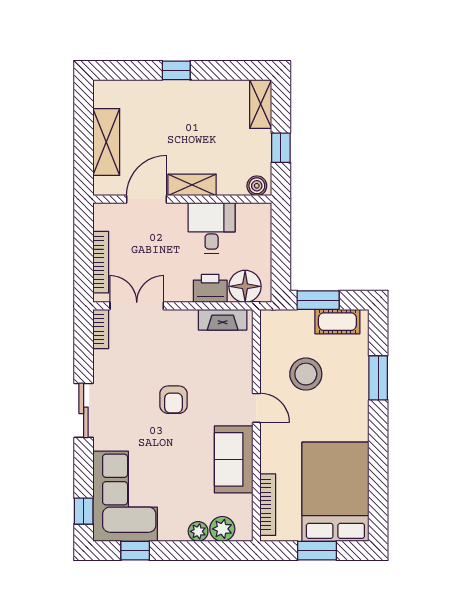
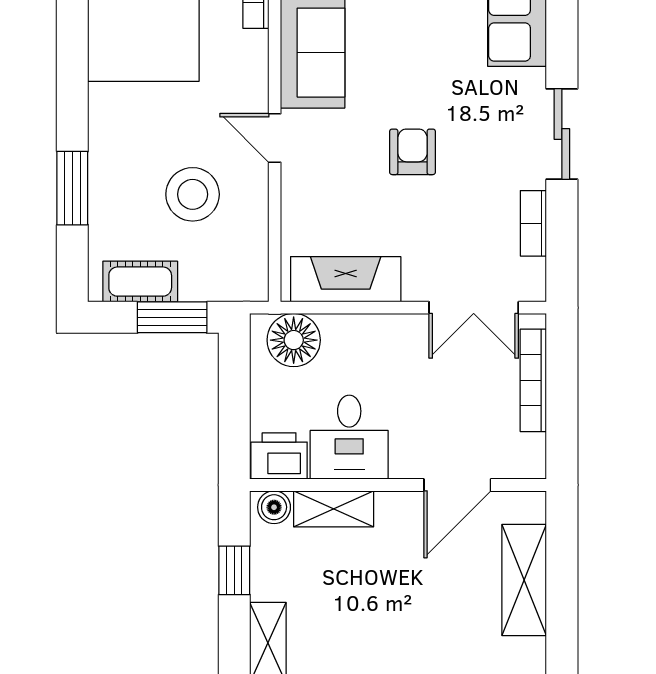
shelving: (192, 185) -> (334, 509), moved
printer: (210, 288) -> (279, 456), moved, turned 180
fireplace: (223, 320) -> (346, 279), width x1.37, depth x1.32
bookcase: (101, 329) -> (533, 223), moved

